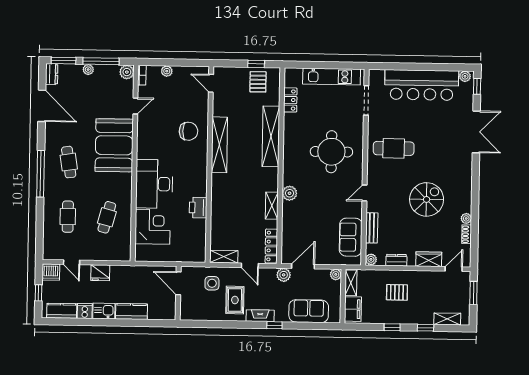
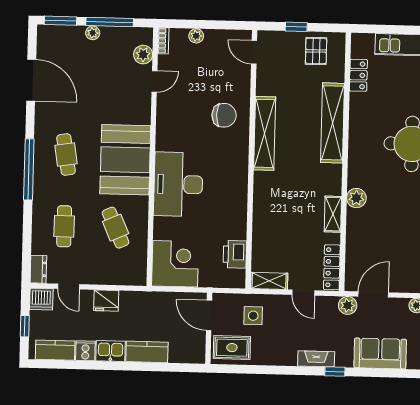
window: (256, 64) -> (296, 27), moved
plant: (127, 72) -> (143, 55), moved
dresser: (52, 74) -> (38, 269), moved
booth: (114, 145) -> (125, 160), moved
printer: (198, 208) -> (235, 254), moved
cafe table: (107, 217) -> (116, 228), turned -39
corner desk: (153, 227) -> (175, 264), moved
rug: (235, 300) -> (232, 348), moved, turned 90

